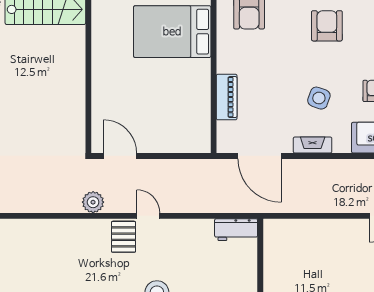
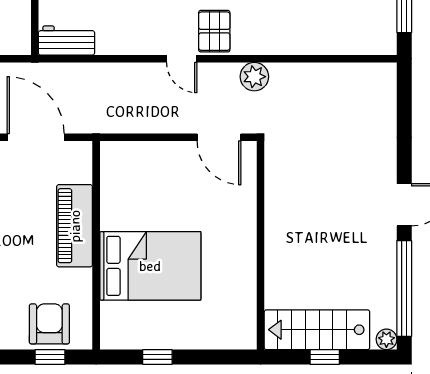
bed: (172, 32) -> (150, 266), moved
piano: (227, 97) -> (75, 226), width x1.37, depth x1.33

